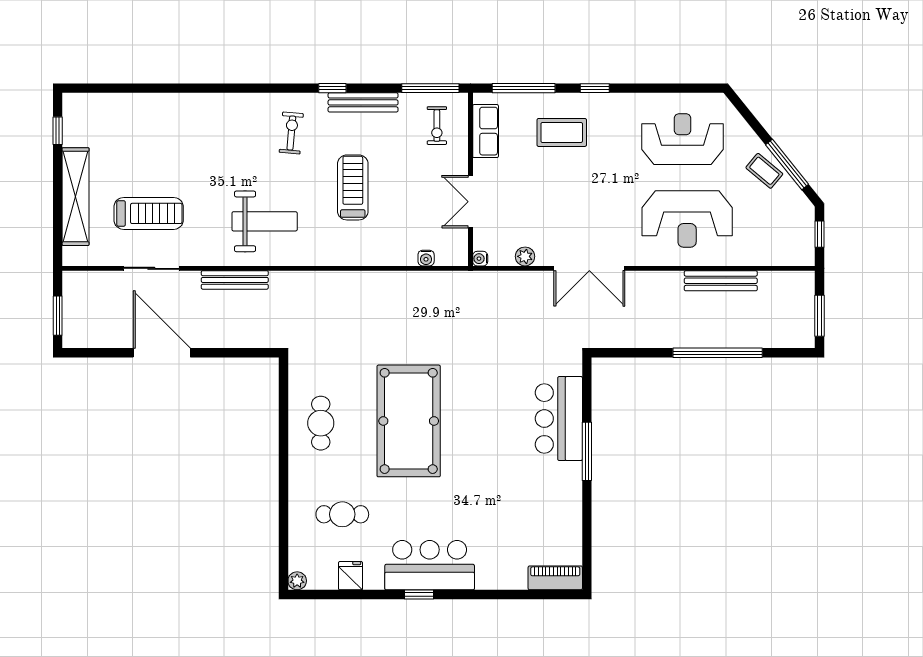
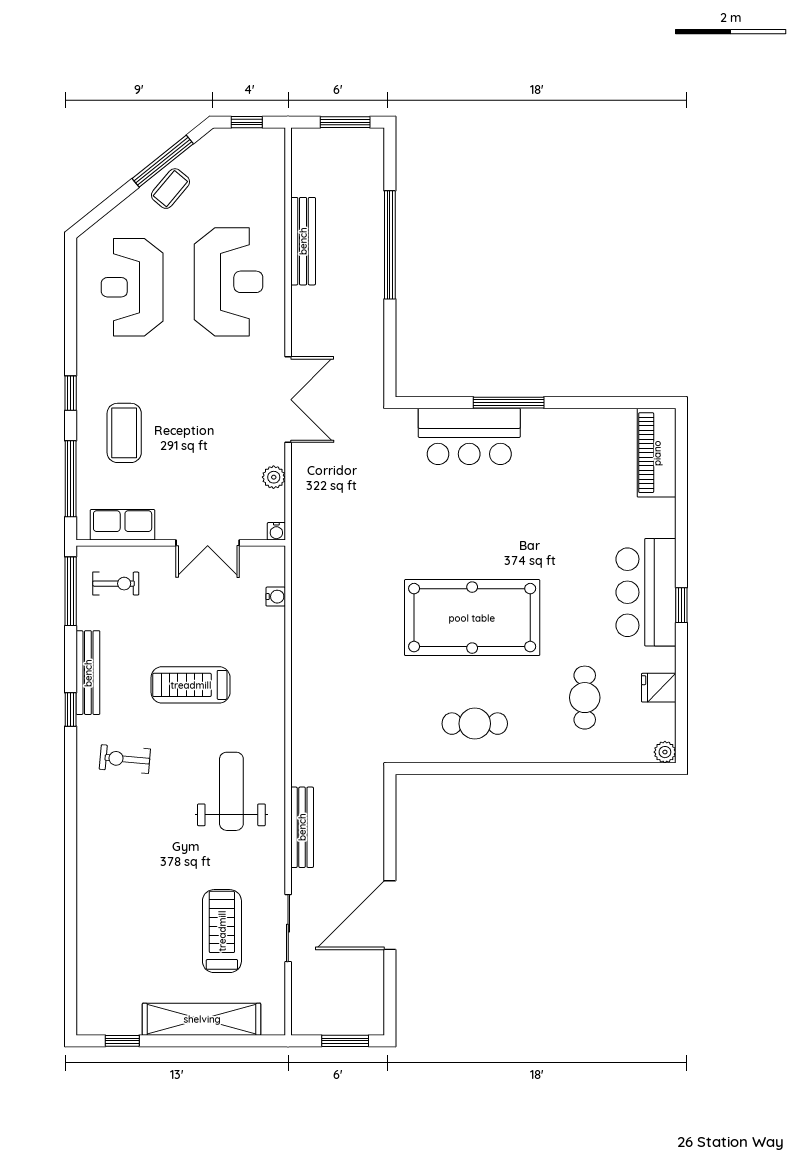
piano: (555, 578) -> (657, 453), width x1.37, depth x1.33

